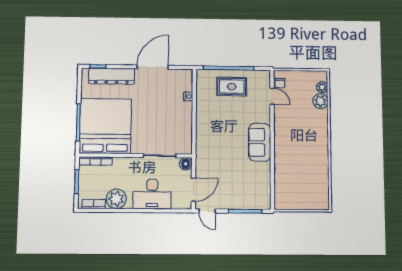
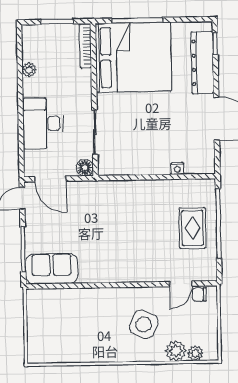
side table: (301, 124) -> (144, 324), added
sofa: (260, 142) -> (52, 269), moved
plant: (116, 199) -> (29, 70), width x0.53, depth x0.53
bookcase: (94, 204) -> (28, 46), removed

